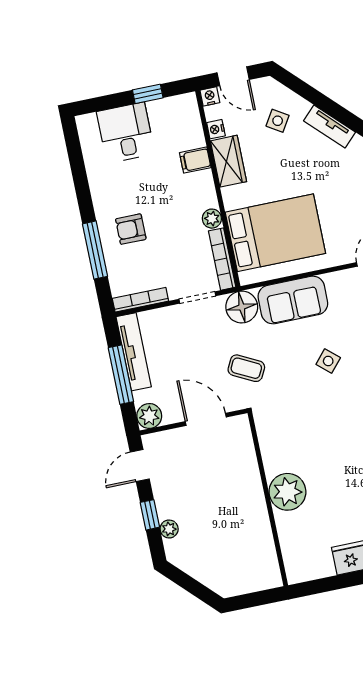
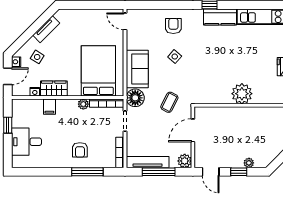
nightstand: (210, 96) -> (16, 62), moved

